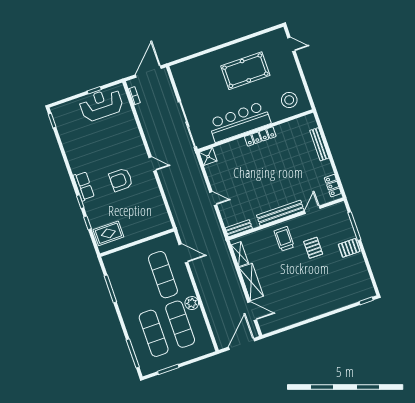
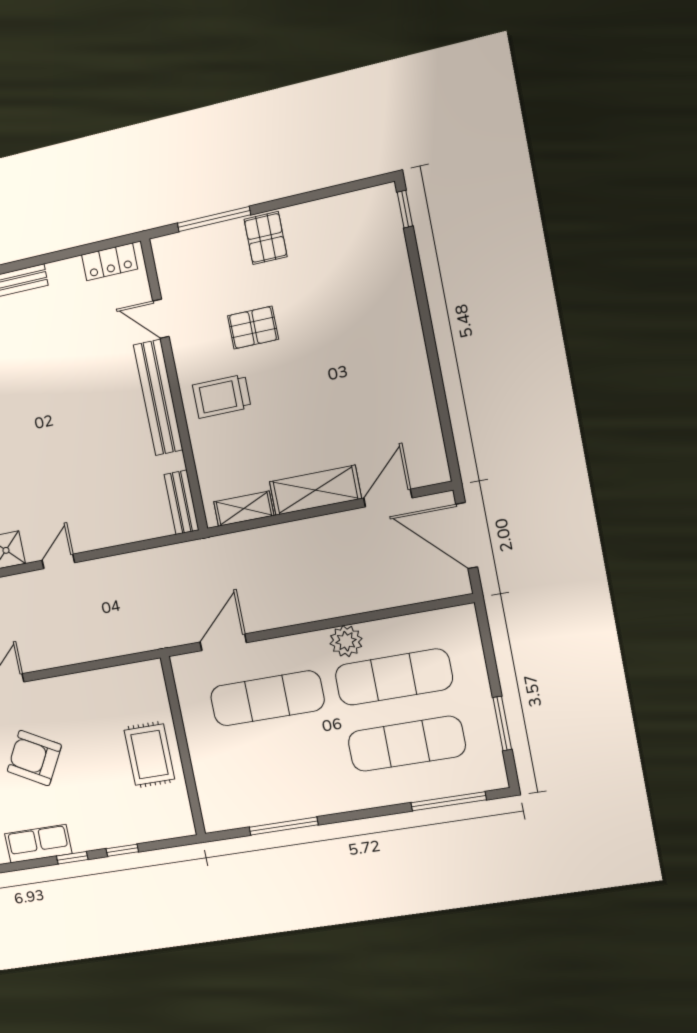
armchair: (121, 180) -> (34, 758), turned 119
door: (213, 198) -> (58, 562), moved
rug: (108, 233) -> (149, 755), moved

